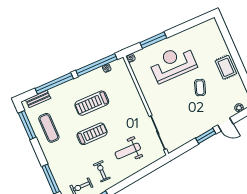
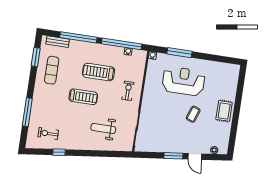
window: (27, 125) -> (36, 57), width x0.69
exercise bike: (102, 171) -> (128, 91), moved

